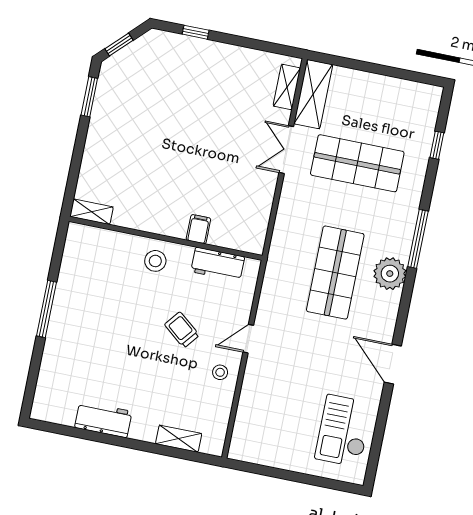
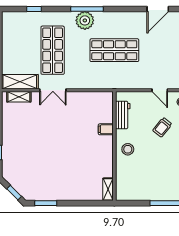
plant: (390, 274) -> (85, 20), moved

